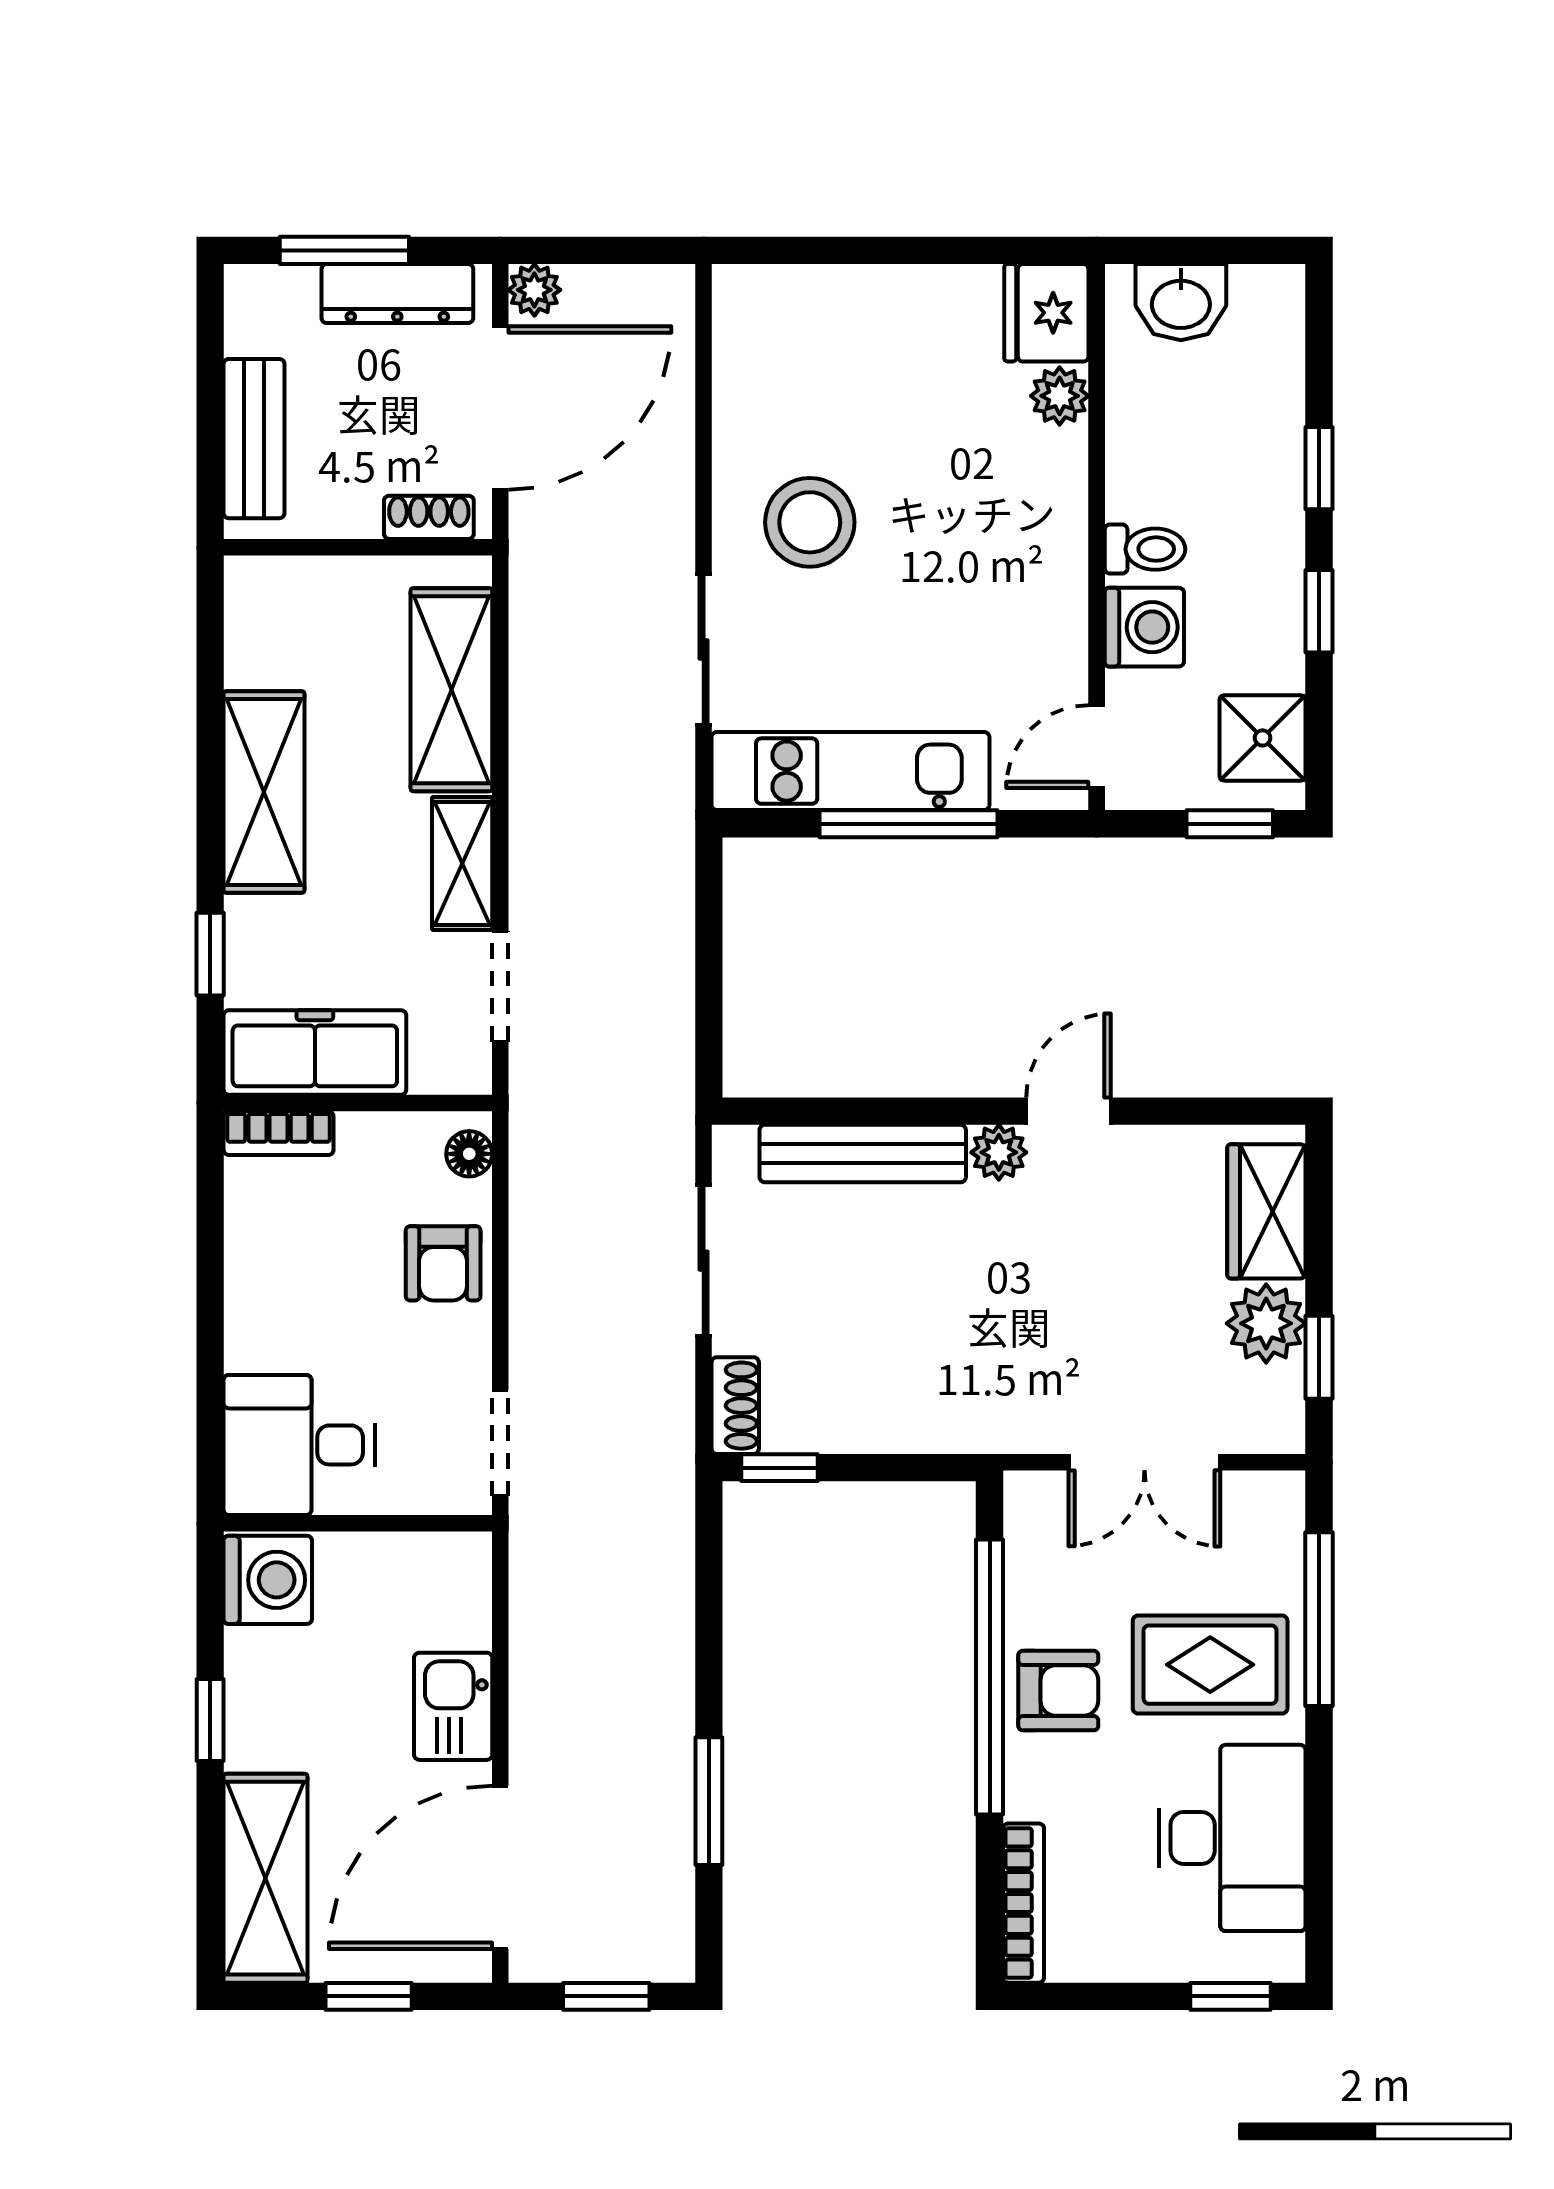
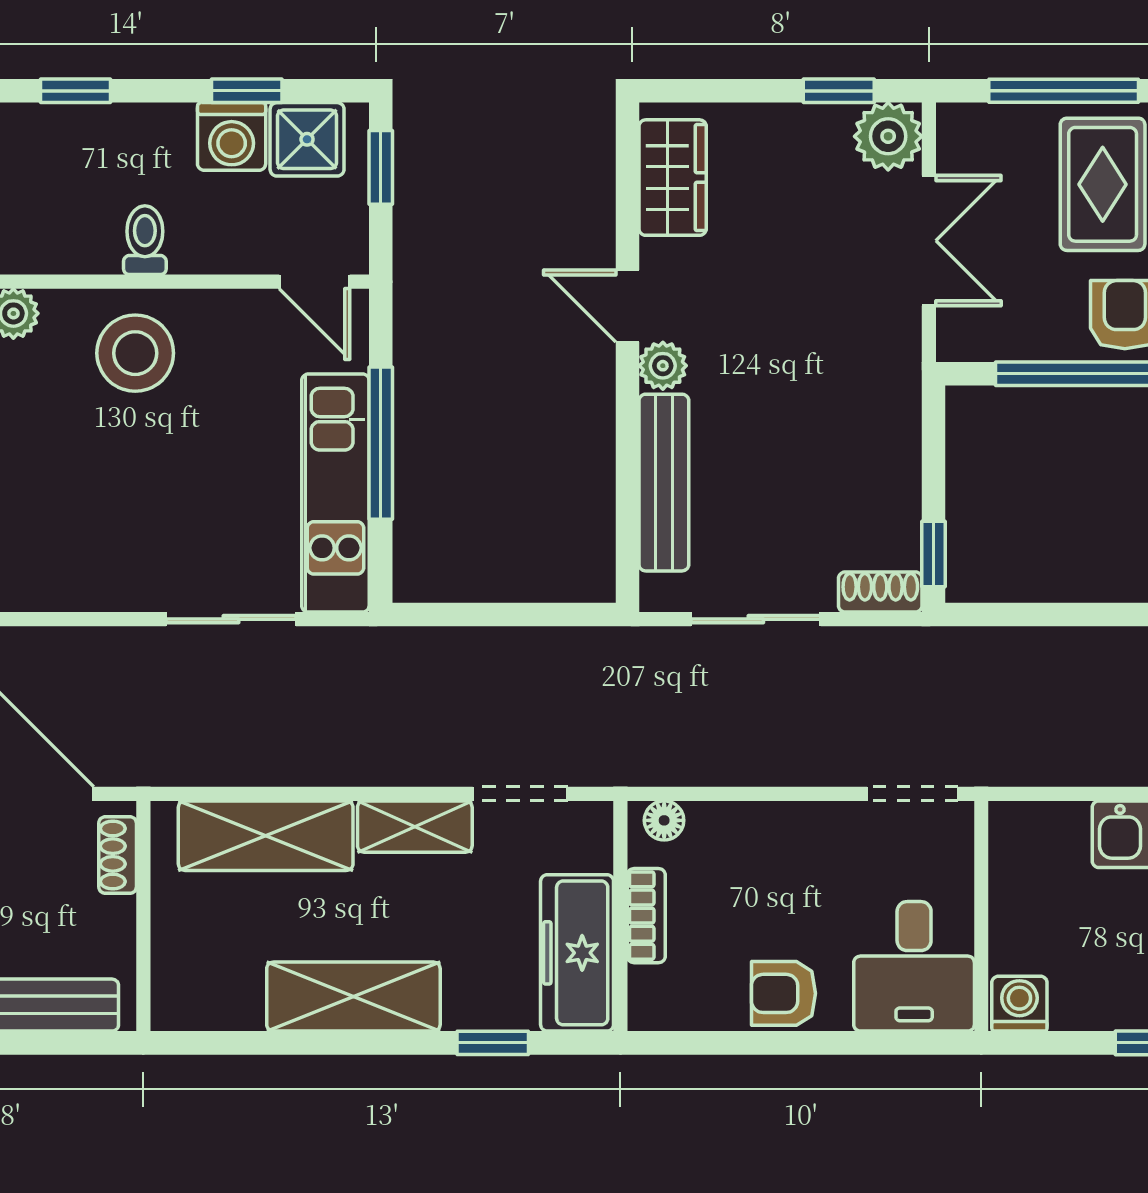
stool: (810, 522) -> (135, 353), moved
window: (1319, 611) -> (247, 91), moved
washing machine: (1144, 627) -> (232, 136), moved, turned 180
bookcase: (279, 1133) -> (646, 916), moved
wardrobe: (1266, 1211) -> (673, 178), moved, turned -90
armchair: (443, 1263) -> (784, 993), moved, turned 180
plant: (1266, 1323) -> (888, 136), moved
washing machine: (268, 1580) -> (1019, 1004), width x0.73, depth x0.73

